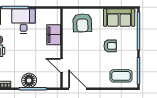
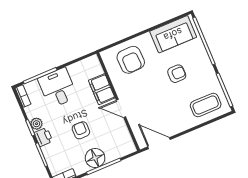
armchair: (27, 57) -> (81, 130), added
door: (61, 65) -> (121, 108), moved

